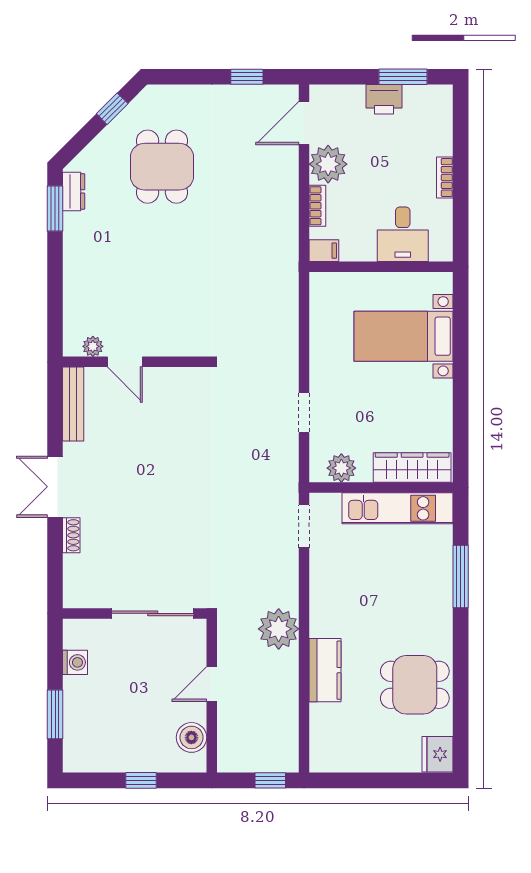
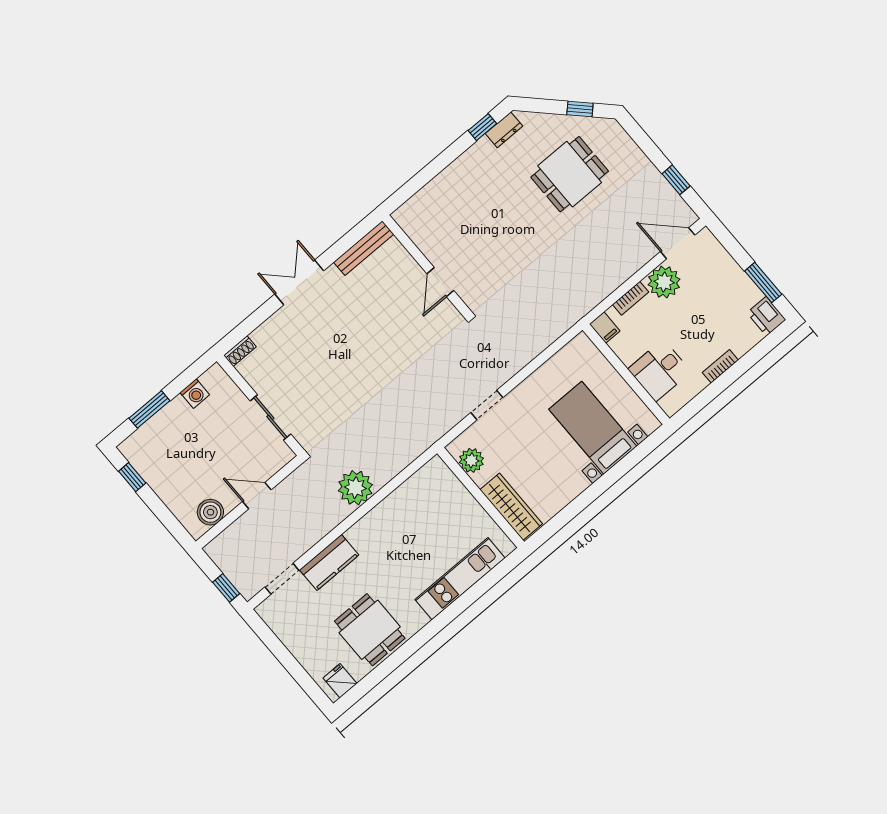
printer: (384, 99) -> (766, 316), moved
window: (55, 208) -> (482, 127), width x0.67
plant: (93, 346) -> (413, 229), removed
door: (125, 362) -> (440, 282), moved
kitchen unit: (398, 508) -> (460, 579), moved, turned 90
doorway: (304, 526) -> (282, 579), moved
shoe rack: (71, 535) -> (240, 351), moved
window: (461, 576) -> (467, 599), removed
sliding door: (153, 613) -> (270, 417), width x0.73
plant: (279, 629) -> (355, 488), moved
fridge: (438, 754) -> (340, 681), width x0.72
window: (141, 780) -> (132, 477), moved

